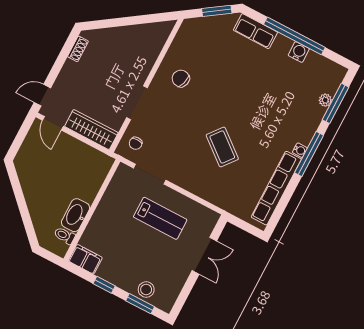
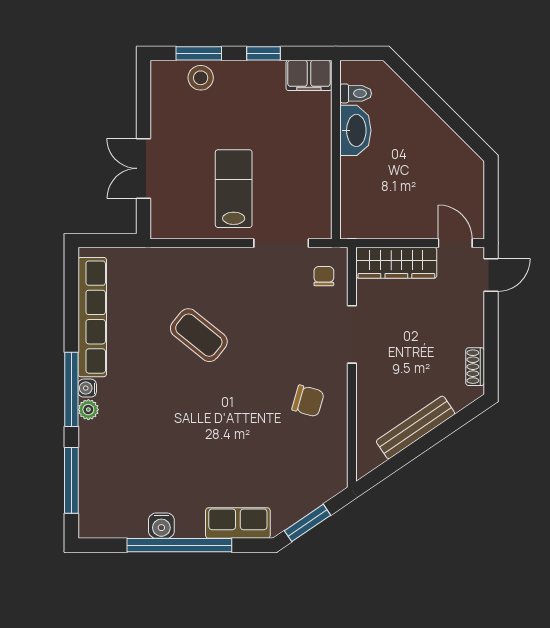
bench: (129, 32) -> (416, 427), added
plant: (325, 100) -> (88, 410), moved
lab bench: (160, 218) -> (234, 189), turned 90

